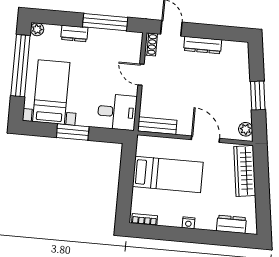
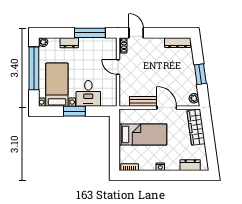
dresser: (203, 45) -> (178, 43), moved
desk: (117, 112) -> (88, 93), moved, turned 90
bench: (157, 126) -> (143, 101), moved

